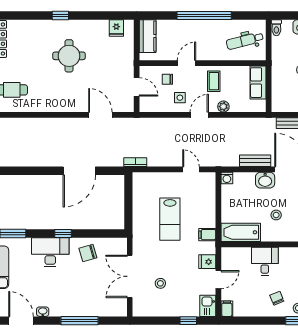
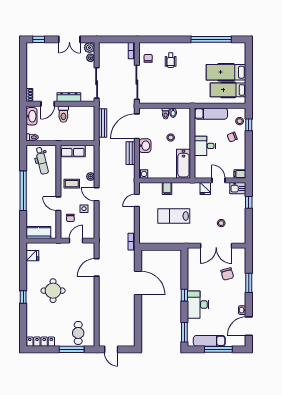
lab bench: (170, 219) -> (174, 216), turned 180
filing cabinet: (207, 235) -> (167, 188), moved
chair: (88, 253) -> (227, 274), moved
window: (79, 321) -> (249, 283), width x0.69

